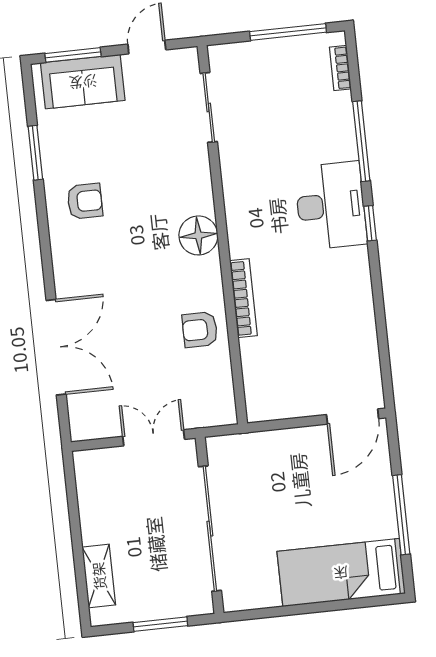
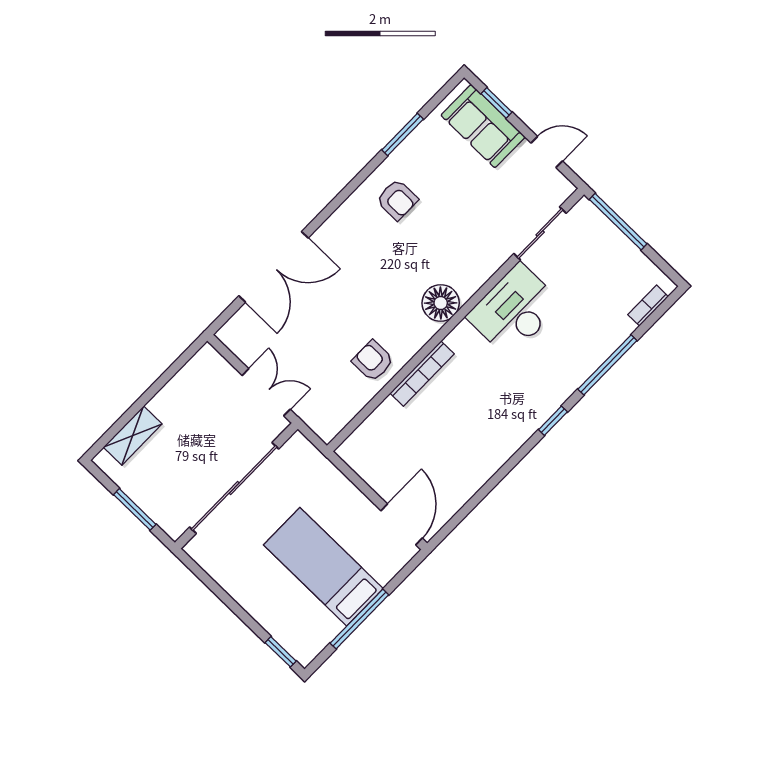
window: (288, 32) -> (618, 222), moved
window: (73, 55) -> (497, 103), width x0.67
desk: (331, 206) -> (514, 310), moved, turned 180
door: (353, 417) -> (402, 524), swing flipped
bed: (341, 573) -> (323, 567), moved
window: (375, 601) -> (281, 652), added

